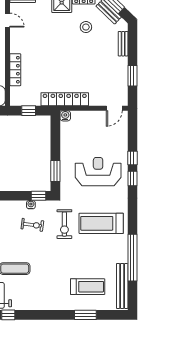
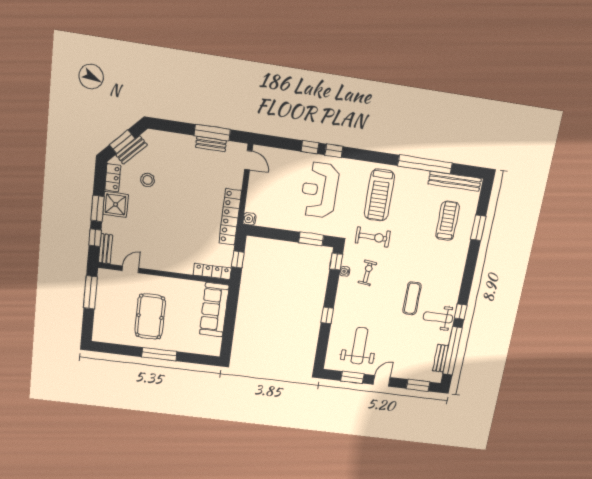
bench: (123, 44) -> (211, 144), moved
locker: (15, 70) -> (212, 271), moved
window: (132, 76) -> (212, 132), width x1.44

